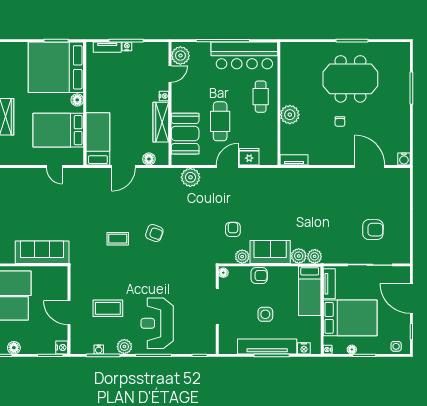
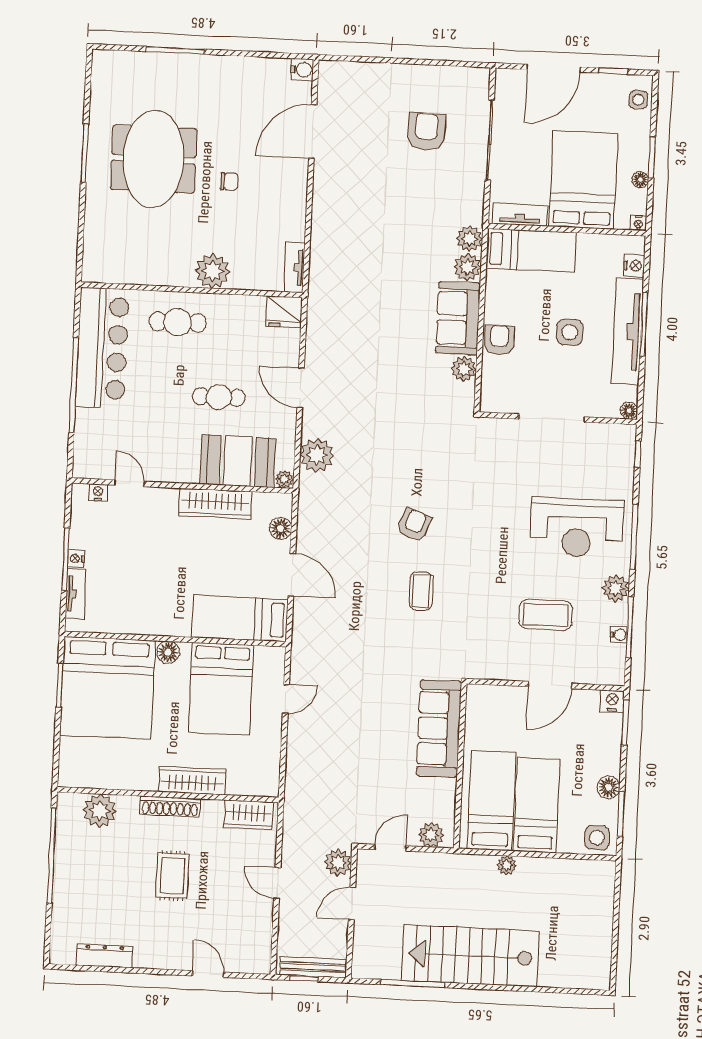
plant: (180, 56) -> (284, 479), moved, width x0.53, depth x0.53
nightstand: (164, 96) -> (98, 493), moved
cafe table: (220, 121) -> (219, 397), width x0.73, depth x0.74
fridge: (249, 157) -> (284, 312), moved, turned -90
armchair: (233, 229) -> (414, 383), removed
floor lamp: (223, 273) -> (629, 411), moved
coffee table: (108, 308) -> (546, 615), turned 90

